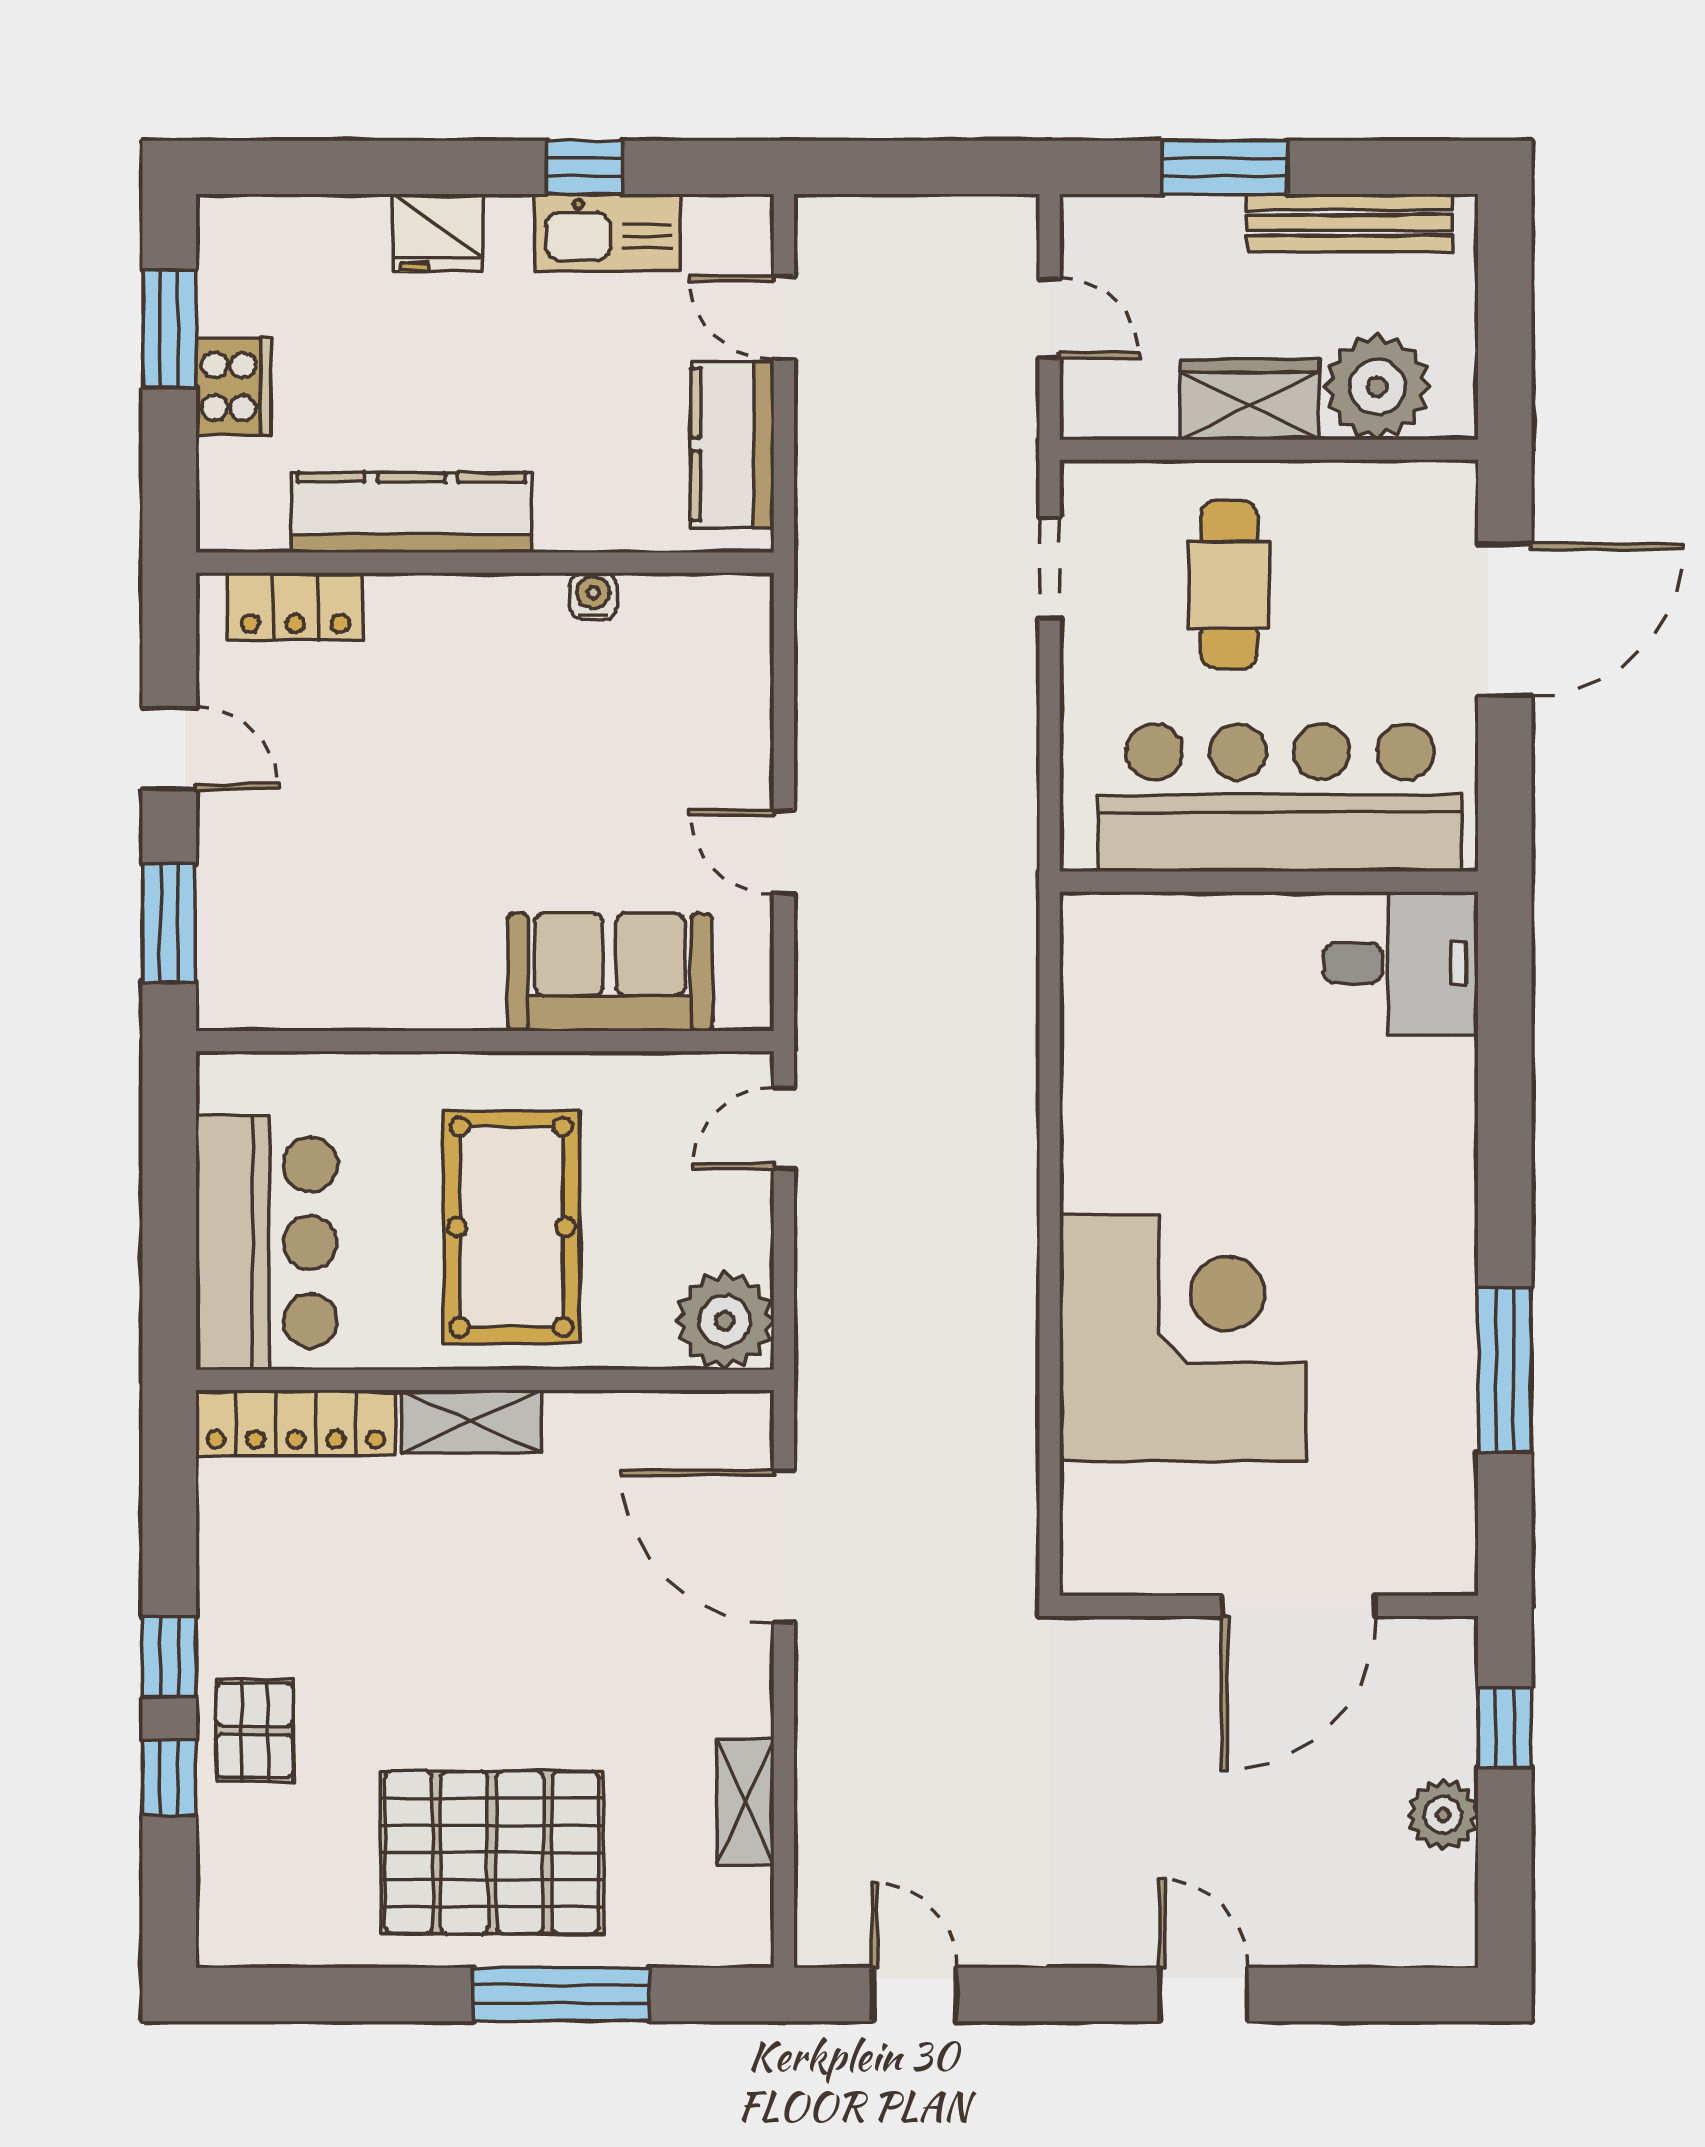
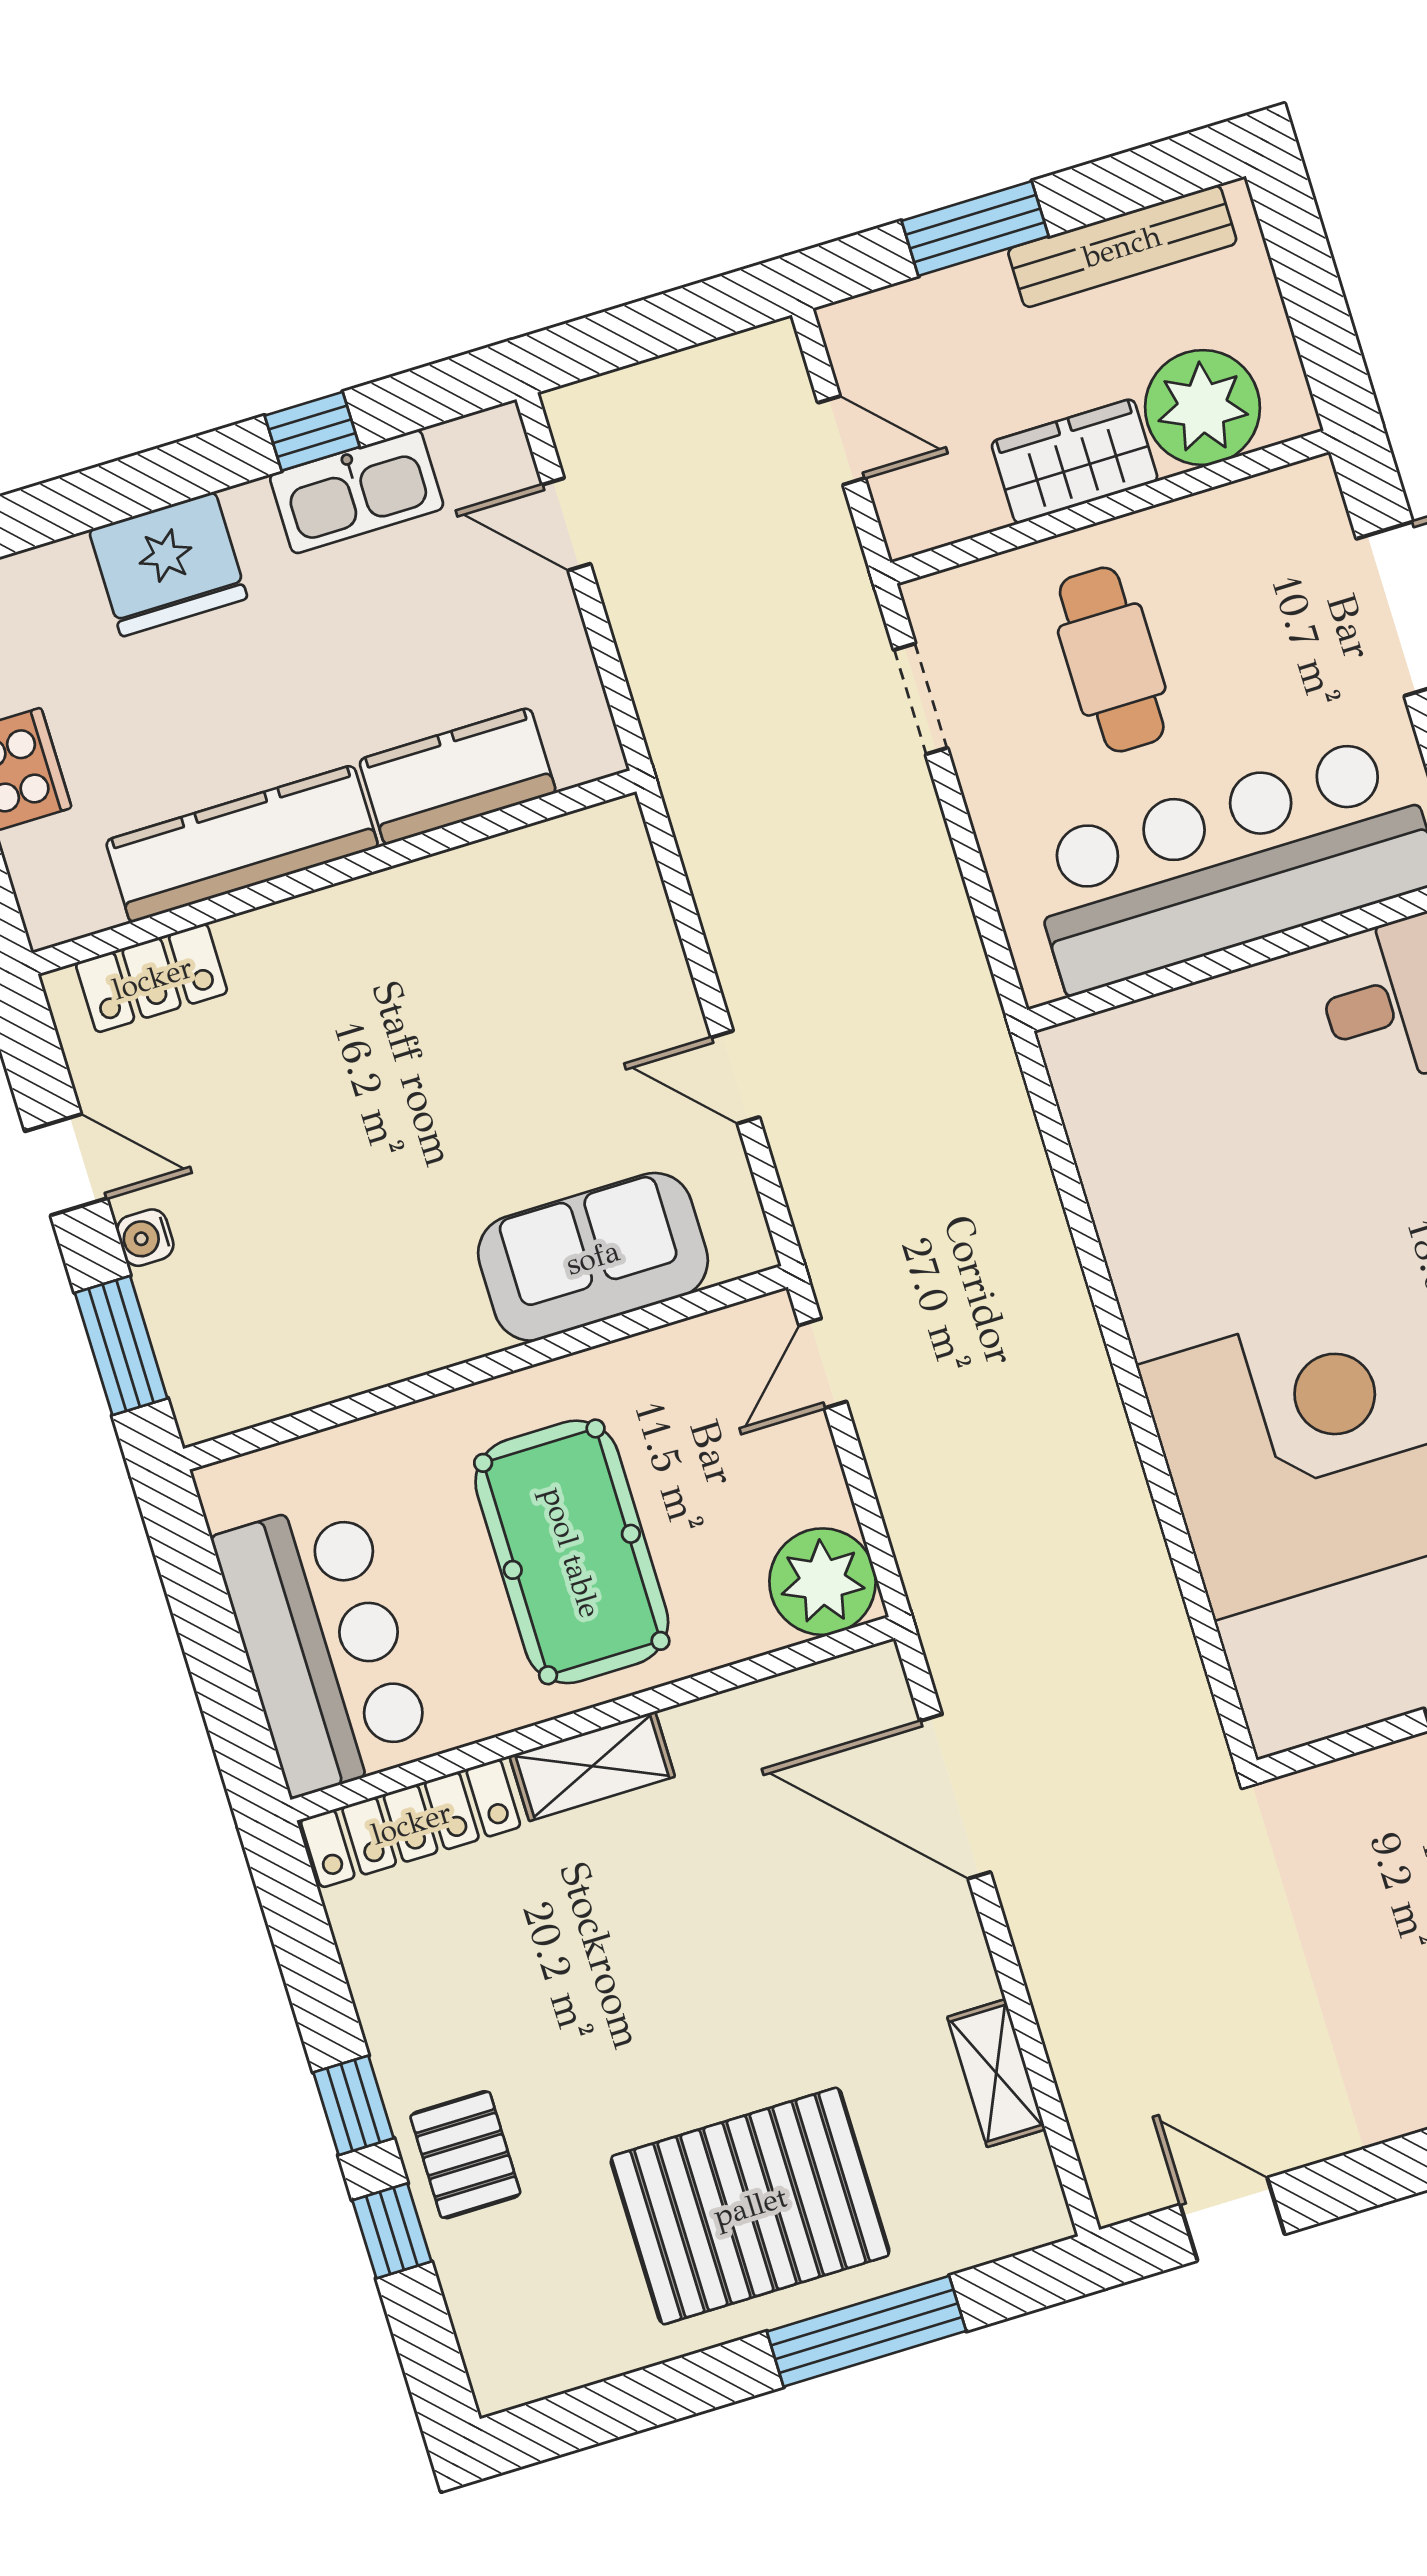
fridge: (438, 233) -> (168, 564), width x1.36, depth x1.34
kitchen counter: (732, 444) -> (457, 776), moved, turned 90
water cooler: (593, 596) -> (145, 1238), moved, turned -90

